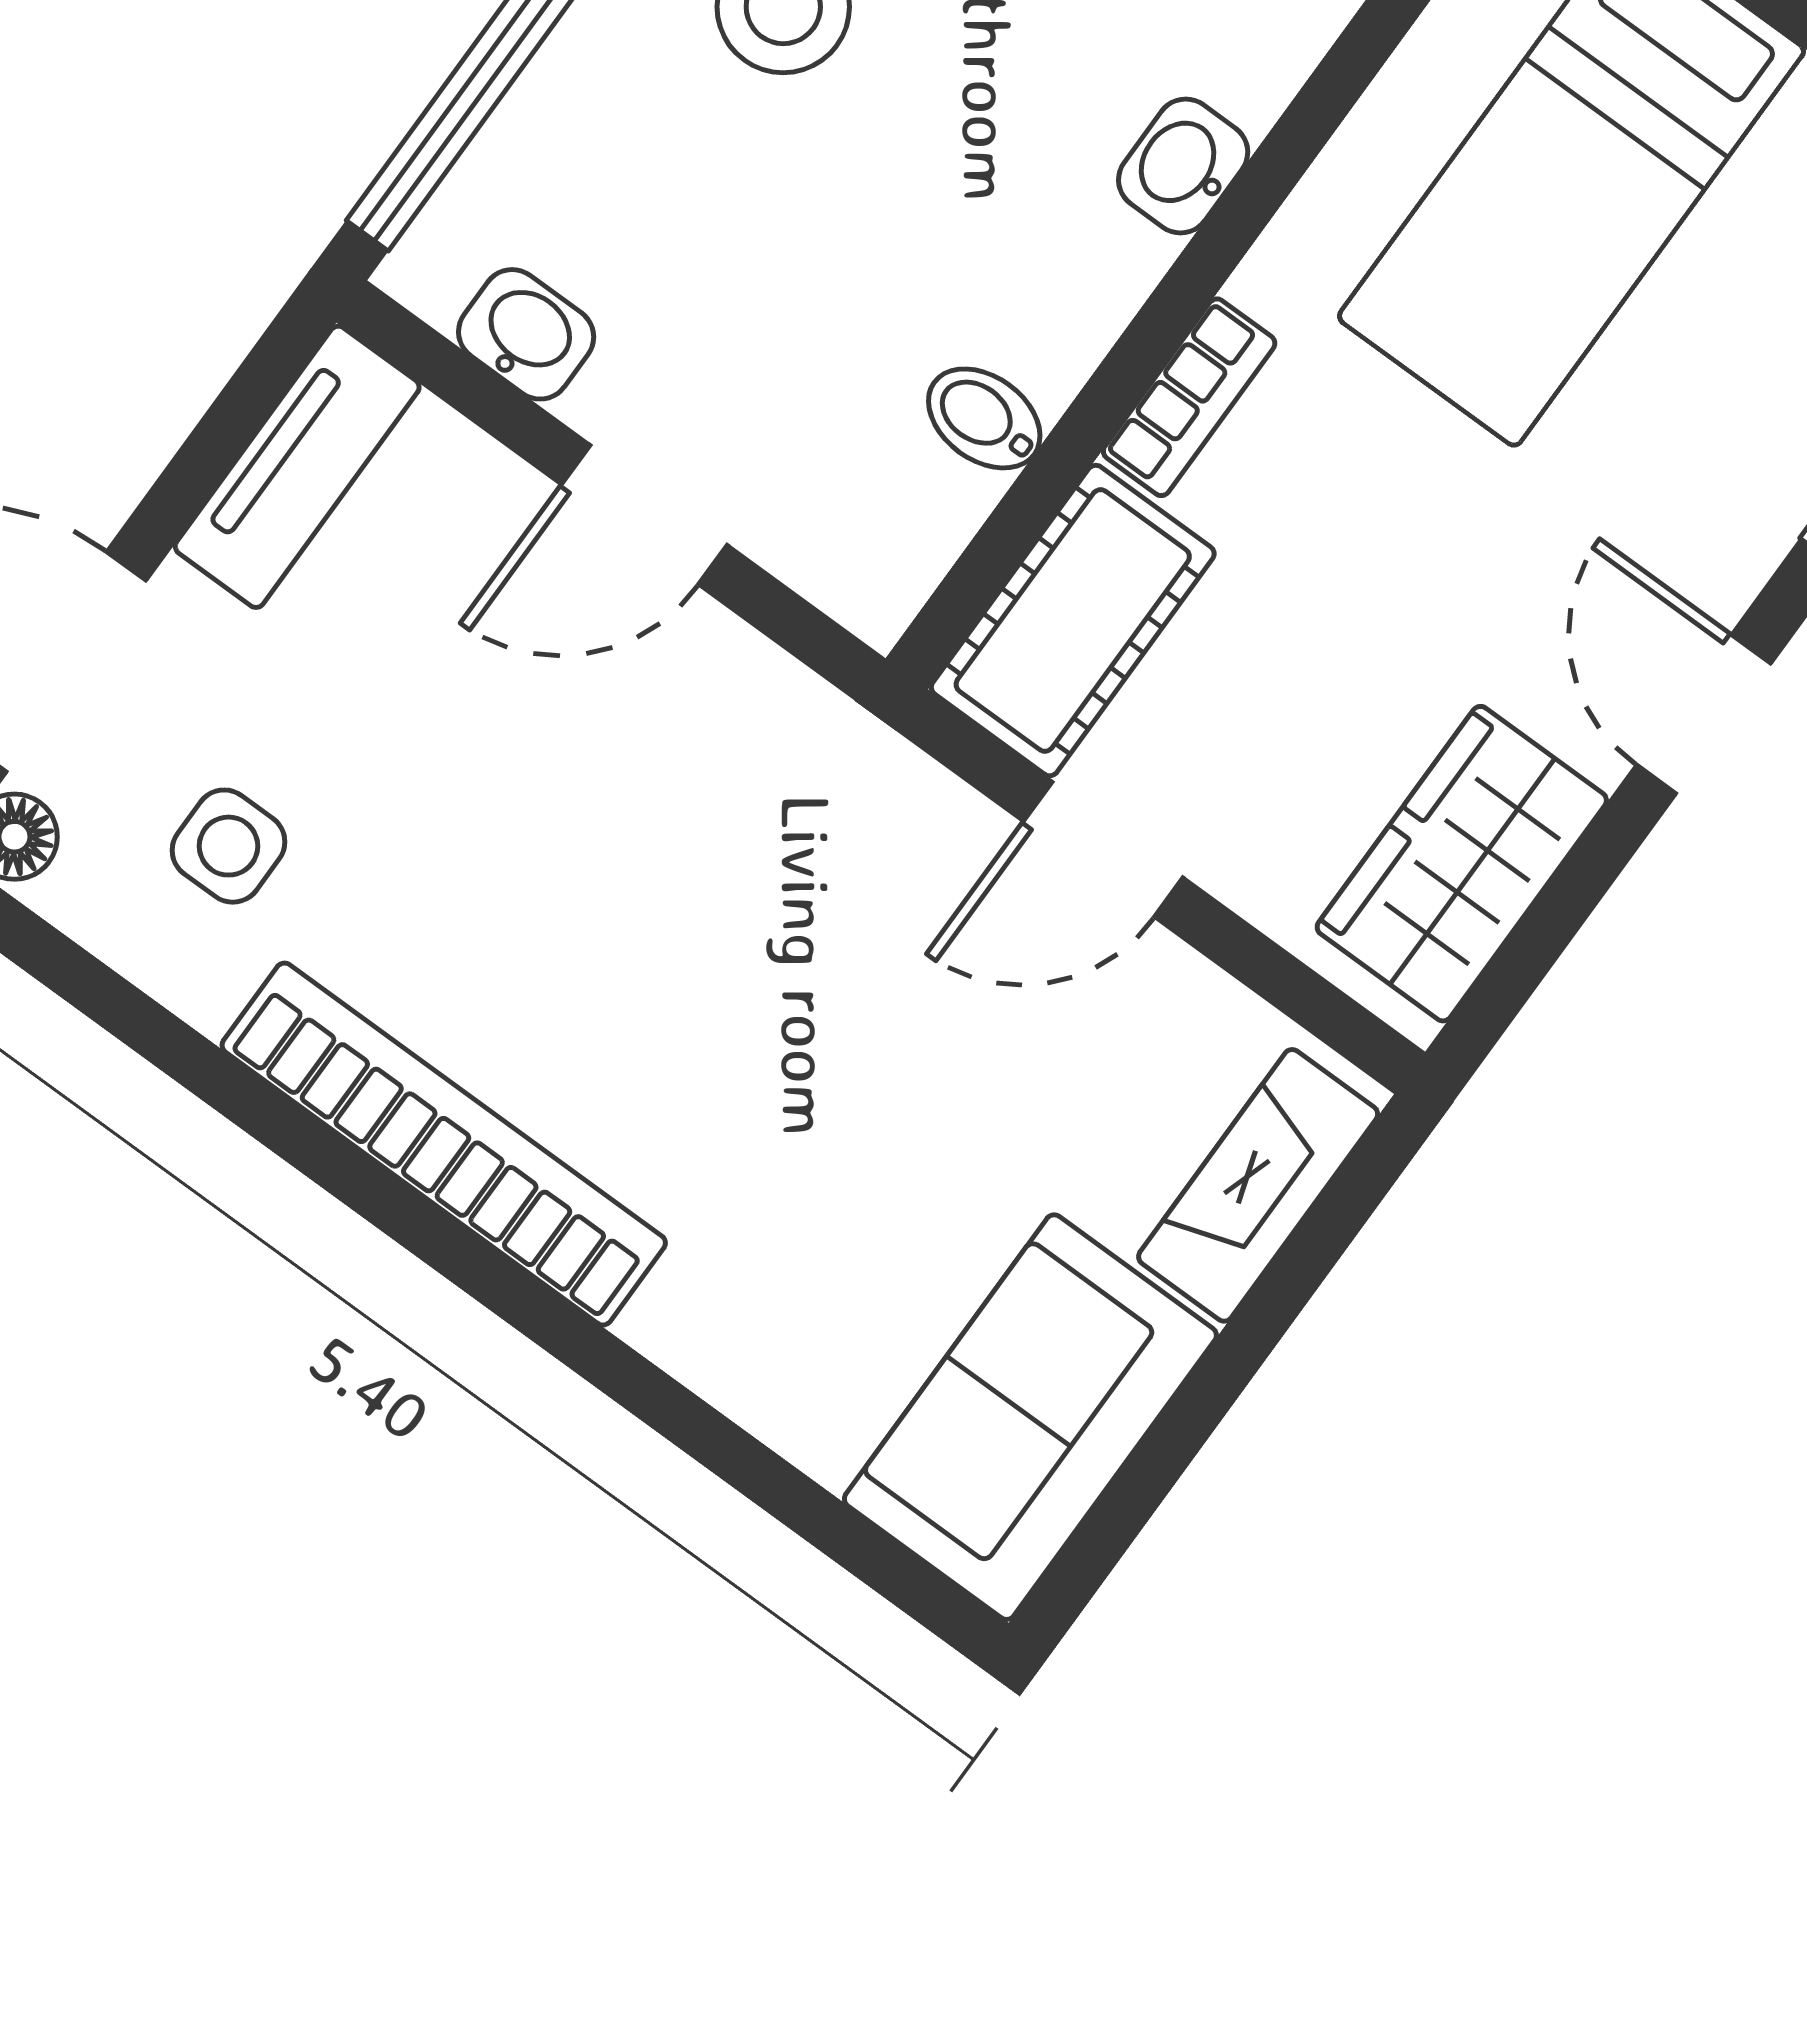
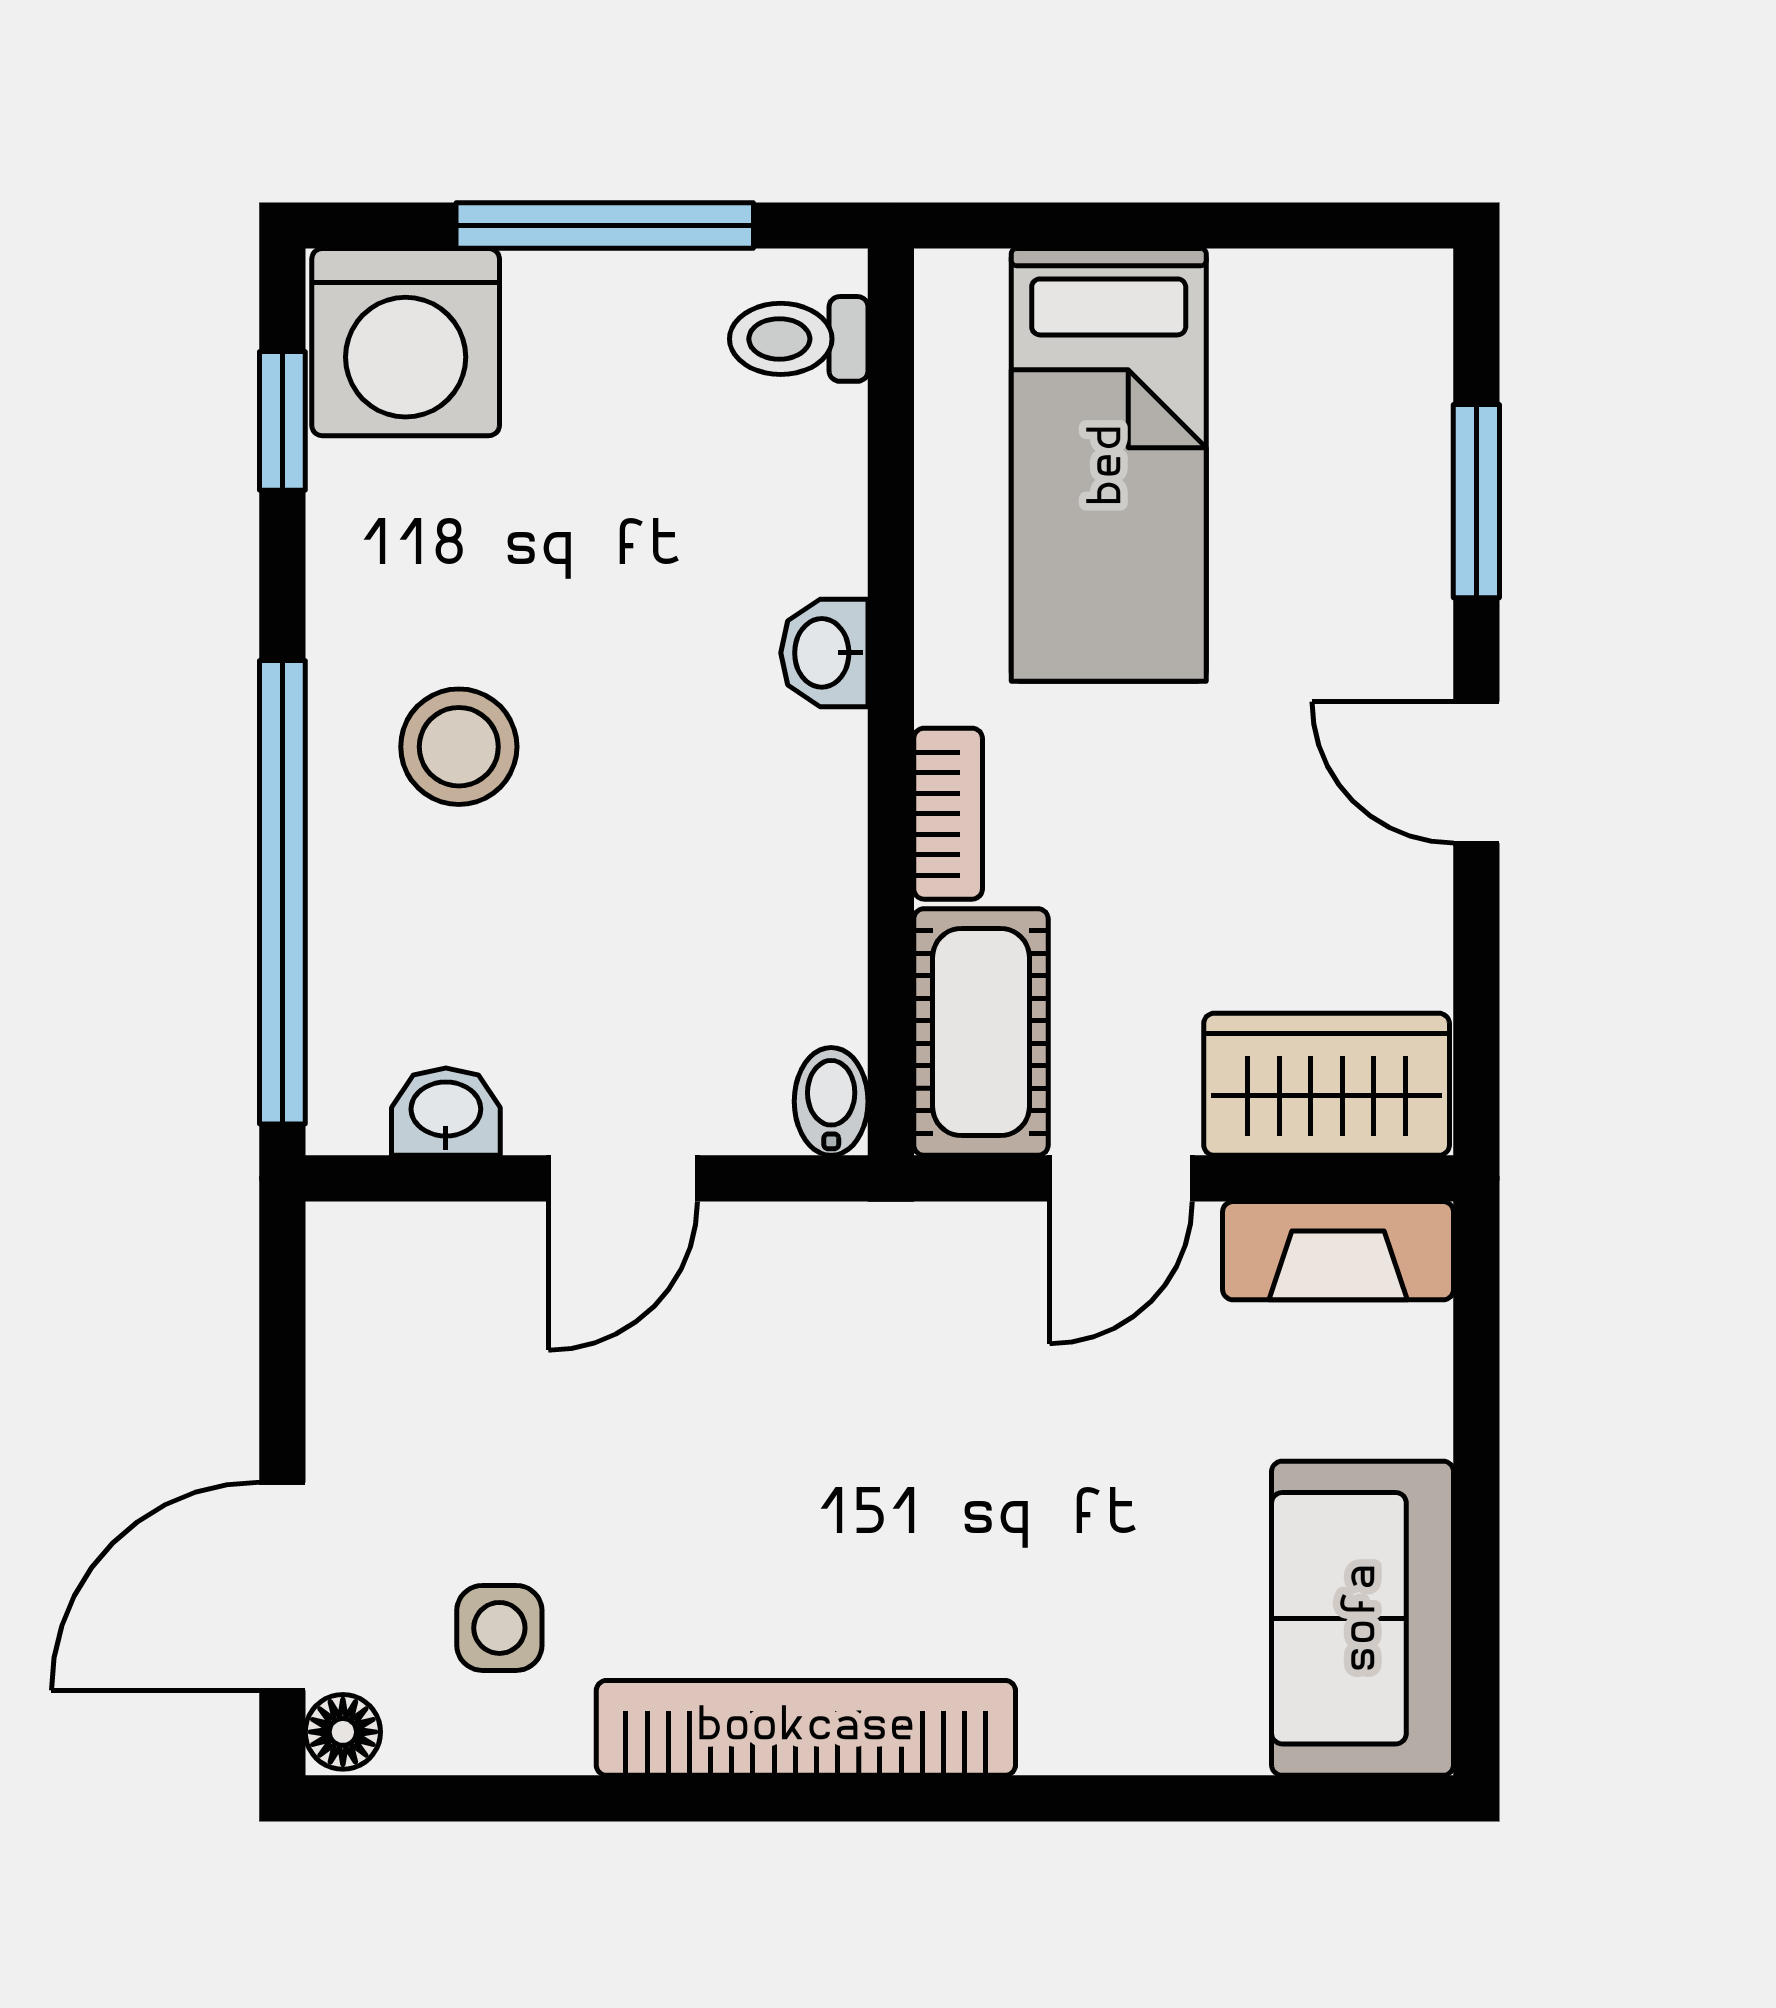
bidet: (984, 418) -> (831, 1101), moved, turned 90
tv unit: (297, 467) -> (352, 1324), removed
wardrobe: (1462, 864) -> (1327, 1084), moved, turned 90
fireplace: (1258, 1185) -> (1338, 1251), moved, turned -90

